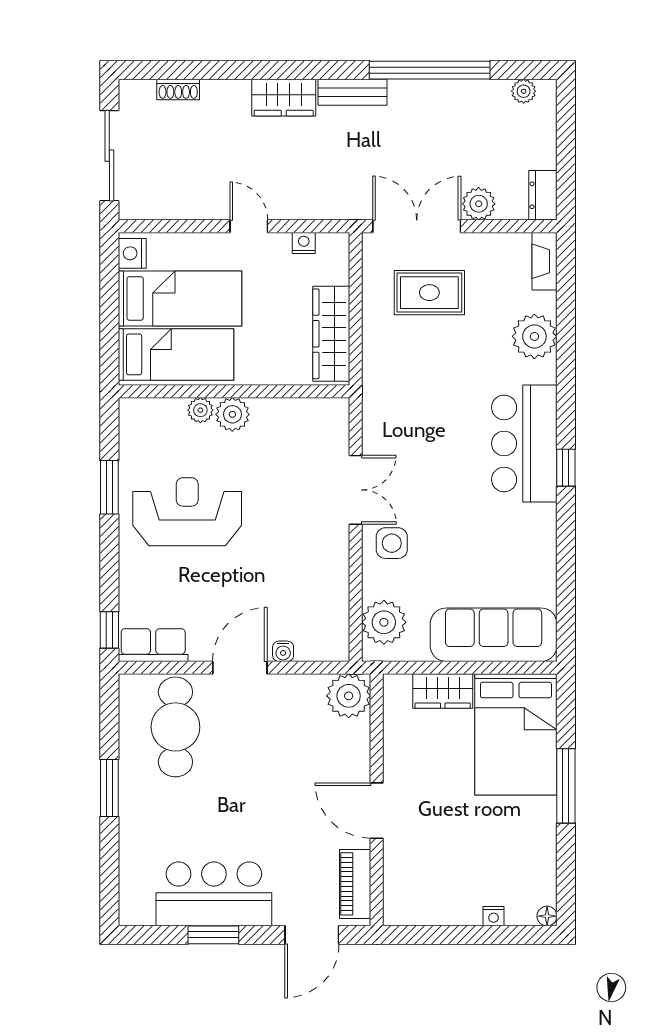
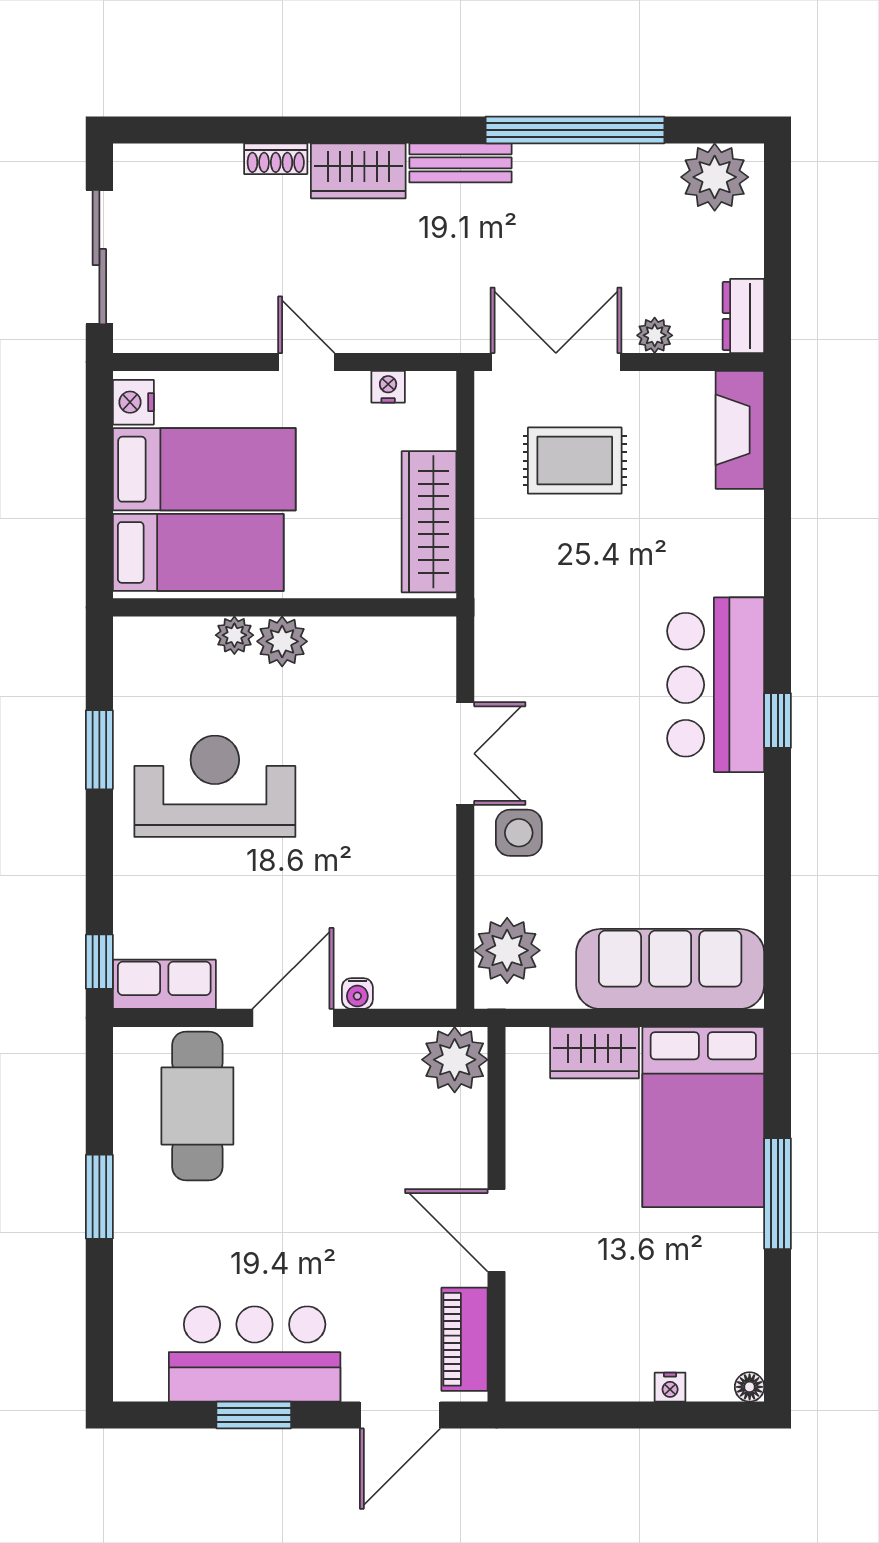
shoe rack: (178, 89) -> (276, 159), moved
plant: (524, 91) -> (715, 177), width x1.88, depth x1.88
plant: (479, 204) -> (655, 335), width x0.73, depth x0.73
fireplace: (545, 261) -> (740, 430), width x1.37, depth x1.32
plant: (534, 336) -> (731, 526), removed

